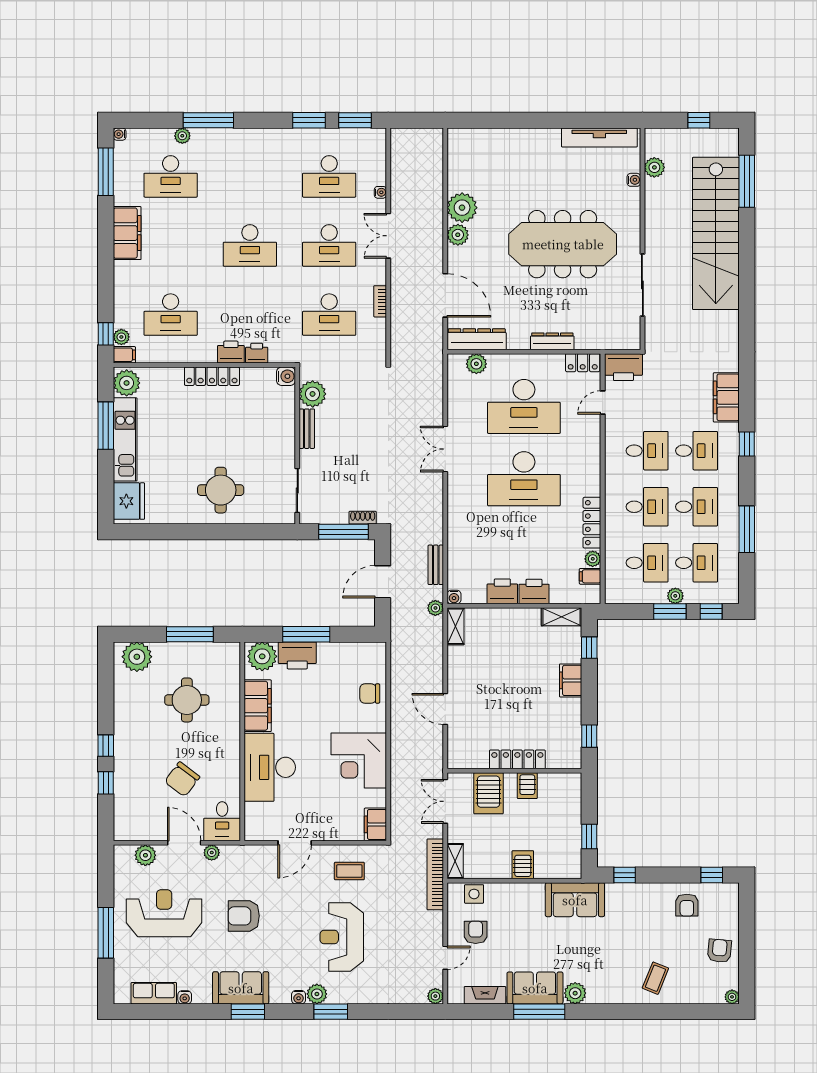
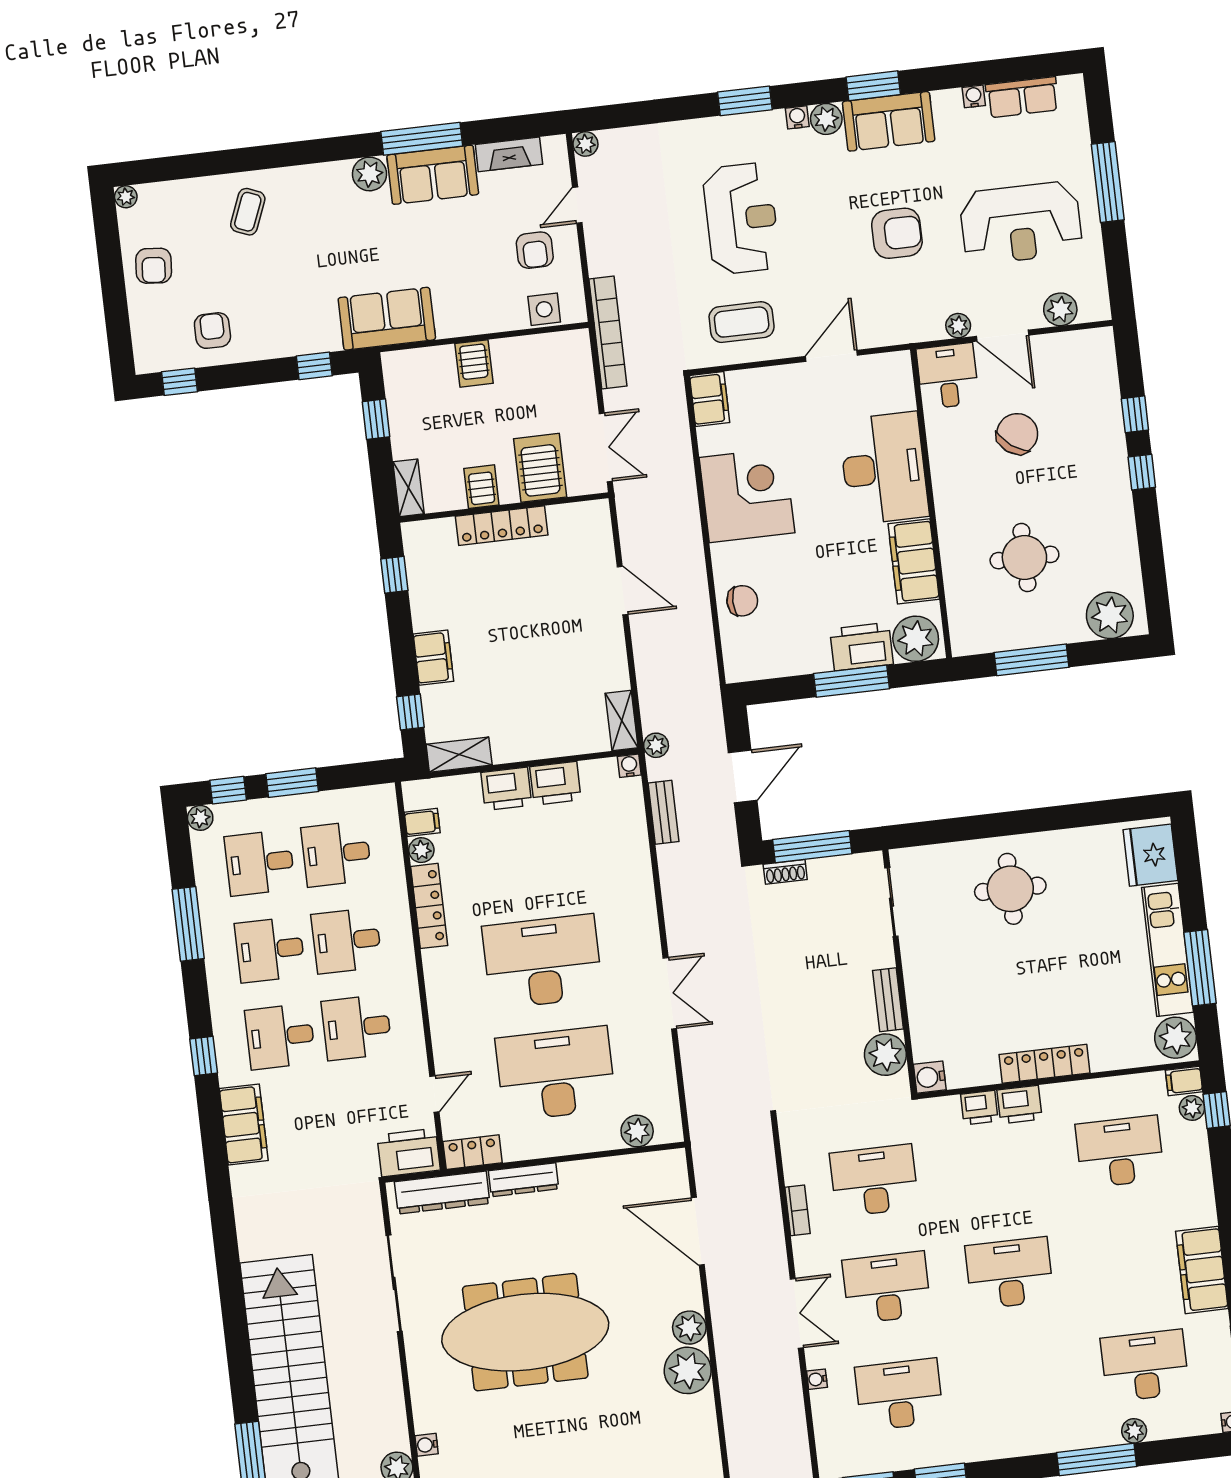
dresser: (477, 339) -> (442, 1193), moved
plant: (675, 596) -> (200, 818), moved
shelving: (455, 861) -> (409, 488), moved
coffee table: (349, 871) -> (742, 322), width x1.36, depth x1.30
plant: (317, 994) -> (826, 119), moved

